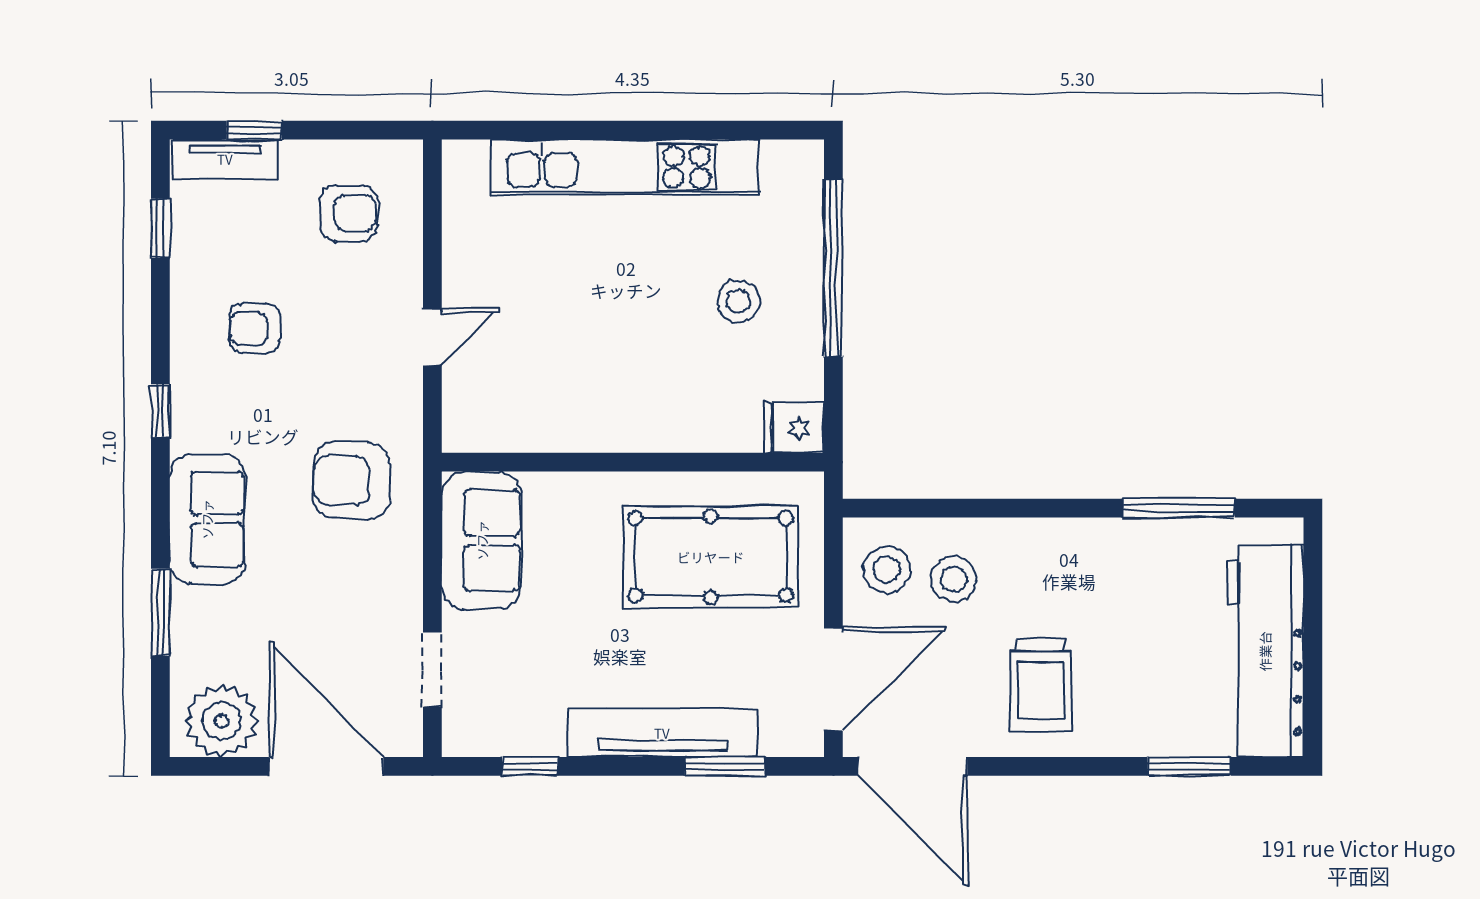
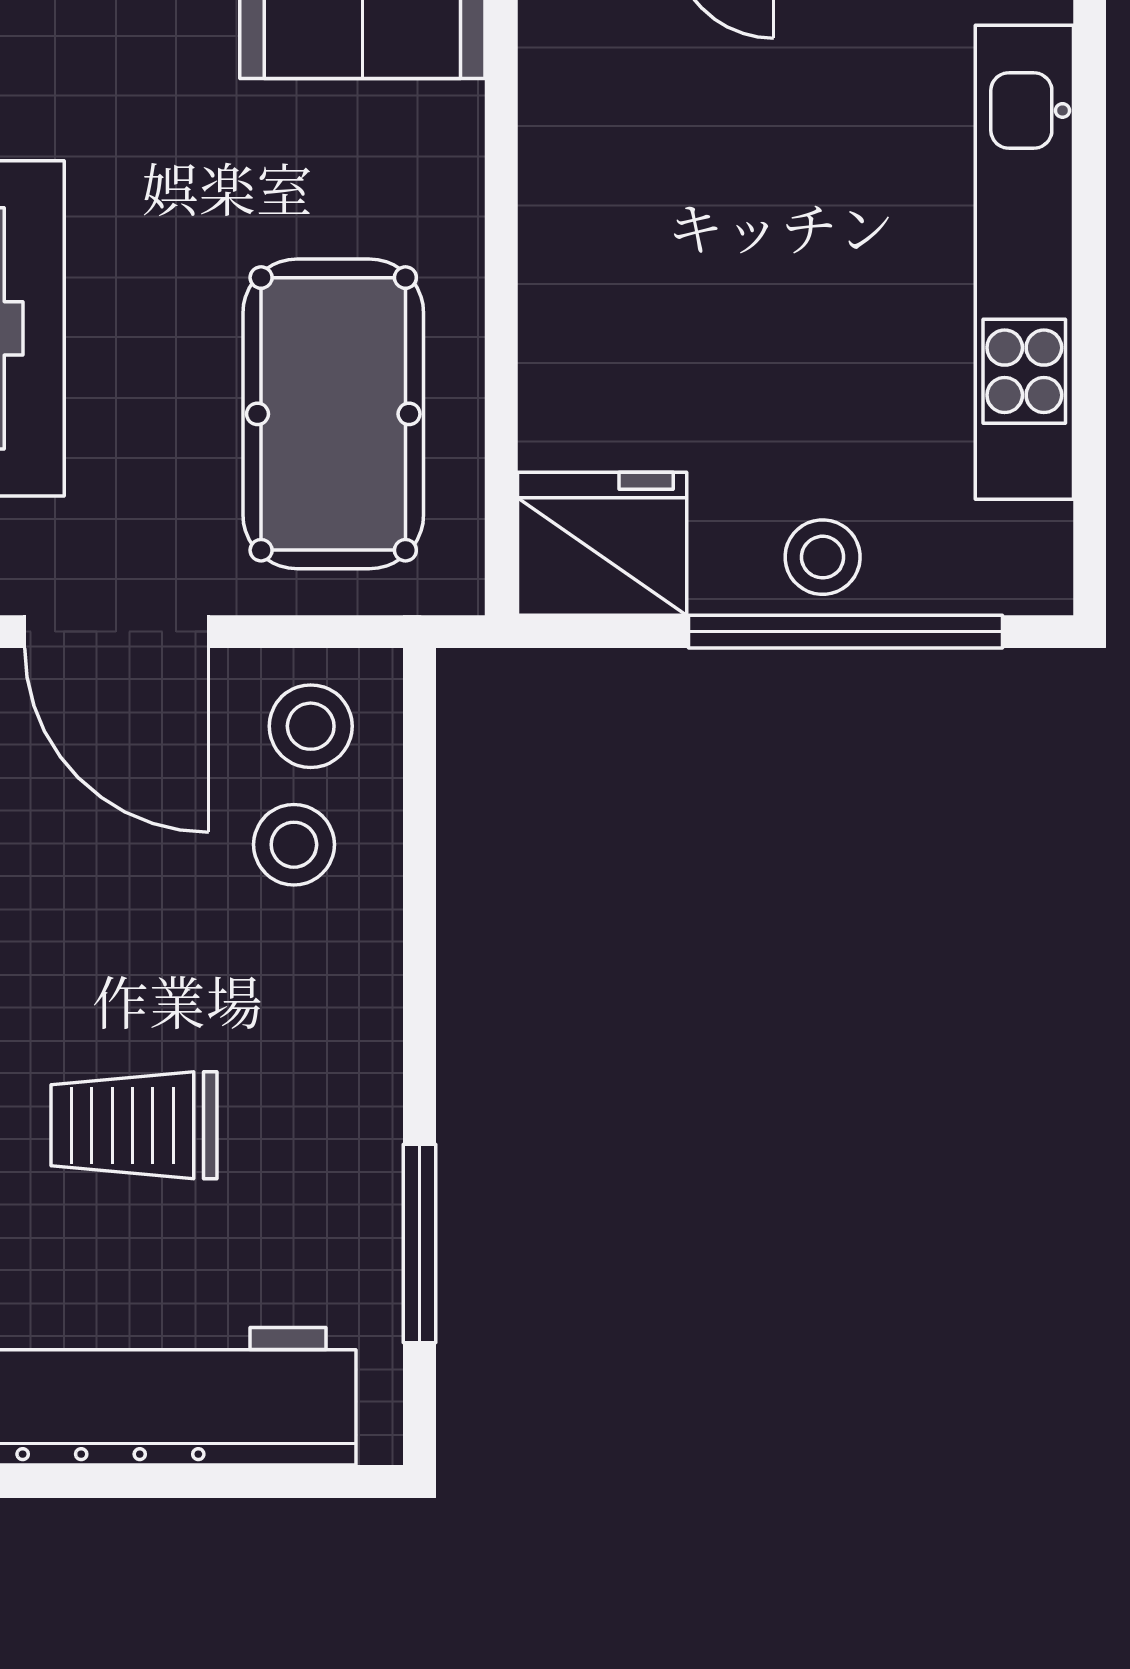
stool: (738, 301) -> (823, 557), moved
fridge: (794, 428) -> (602, 544), width x1.88, depth x1.34
trolley: (1041, 685) -> (134, 1125), moved

